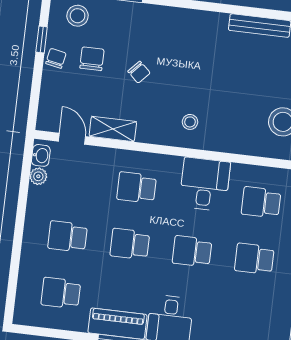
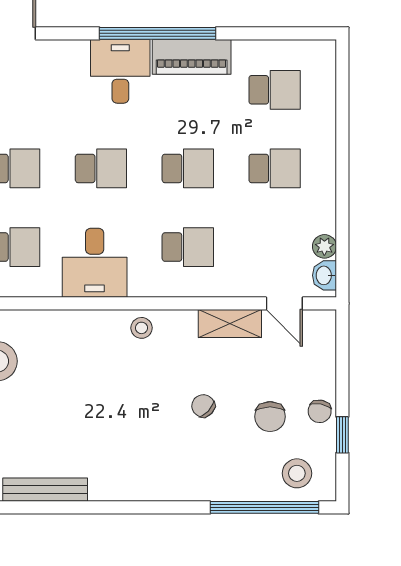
stool: (190, 122) -> (141, 328), moved

